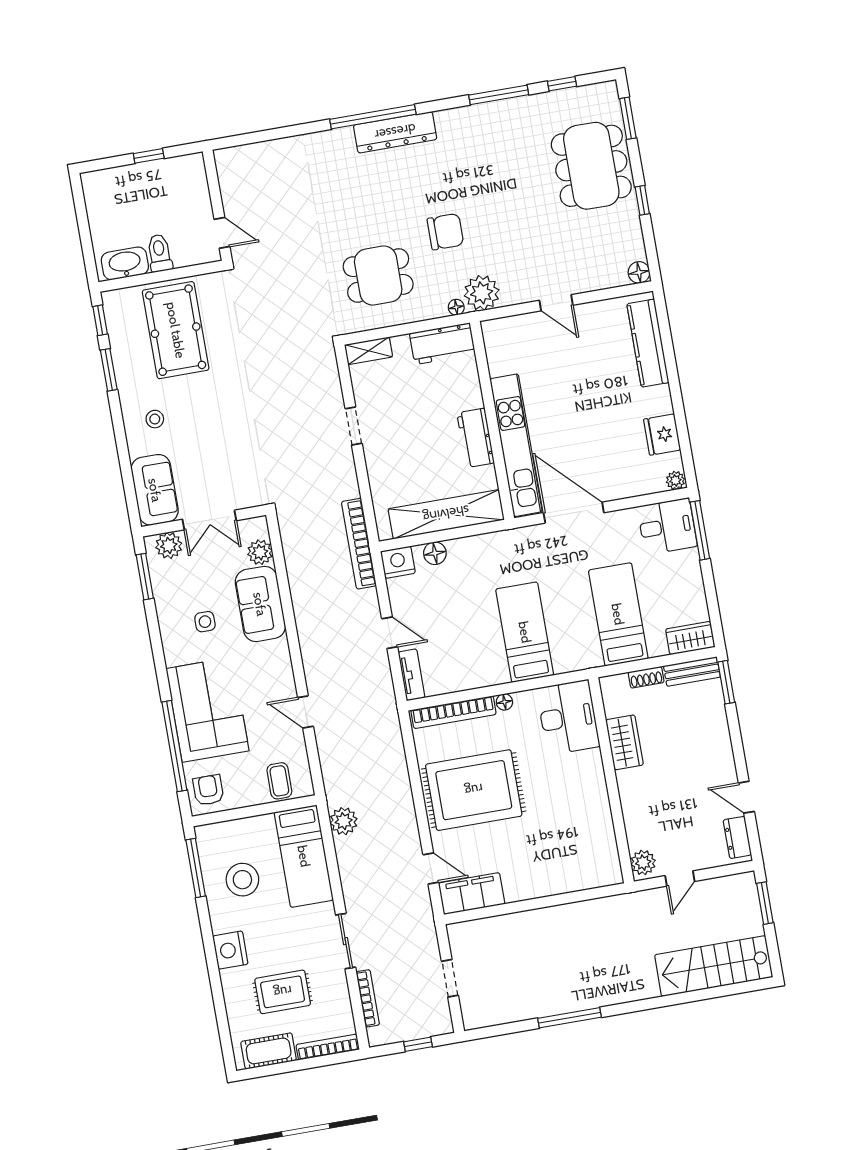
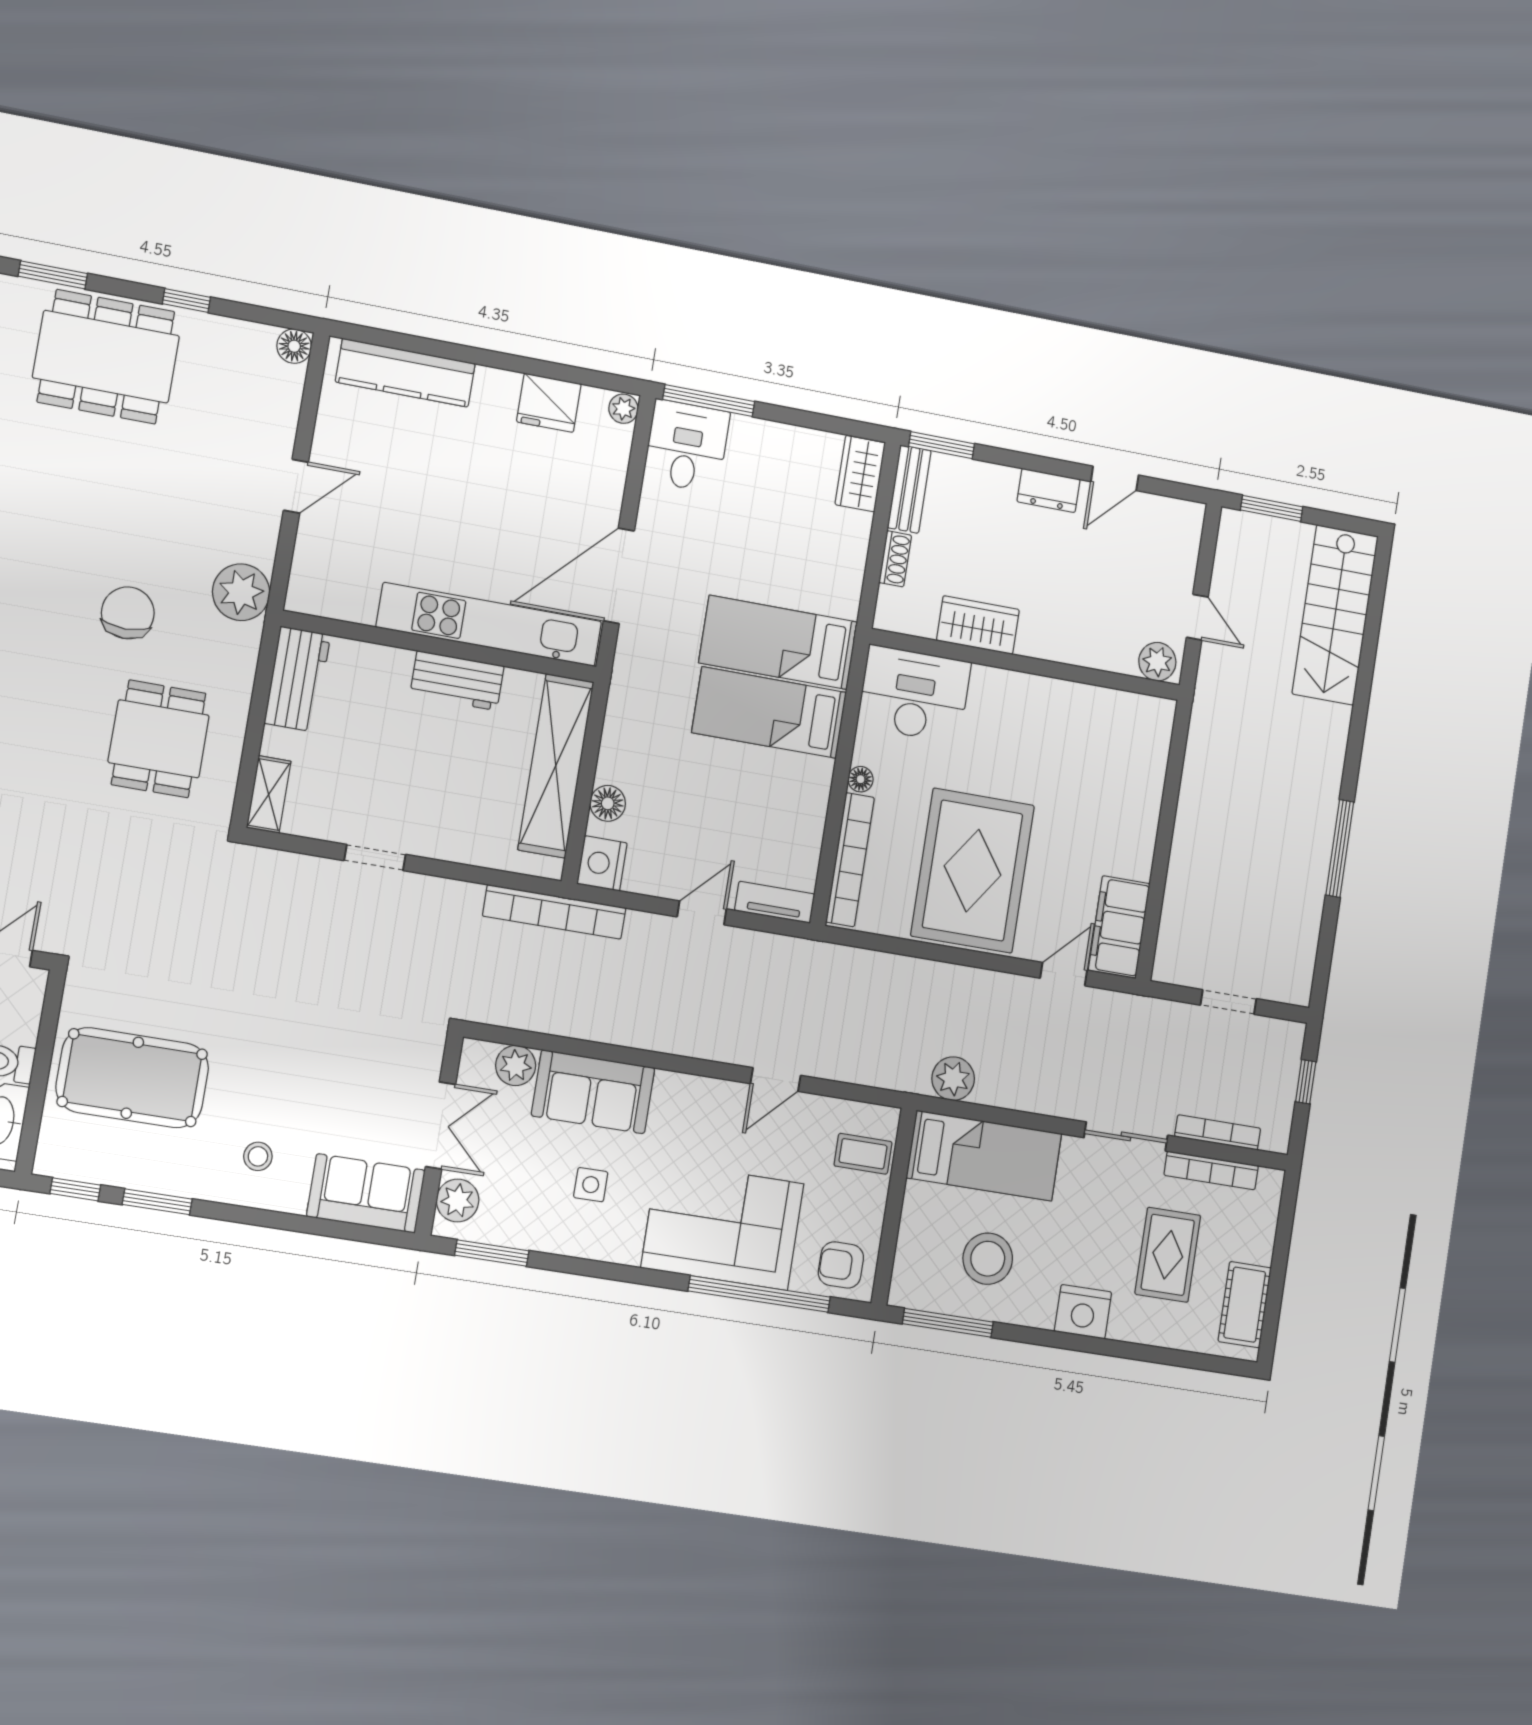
floor lamp: (456, 307) -> (249, 638), removed
bed: (618, 614) -> (778, 642), moved
dresser: (737, 837) -> (1049, 490), moved
bookcase: (328, 1047) -> (1211, 1170), moved, turned -90

